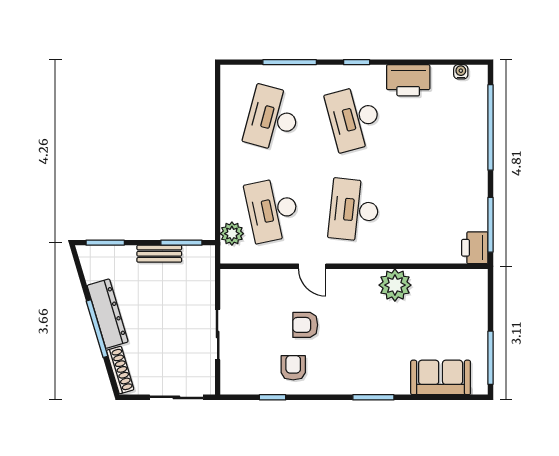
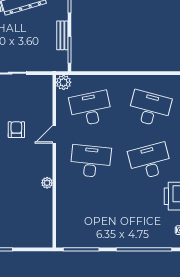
plant: (232, 234) -> (64, 82), moved
printer: (475, 248) -> (66, 239), removed
plant: (395, 285) -> (47, 183), width x0.53, depth x0.53

